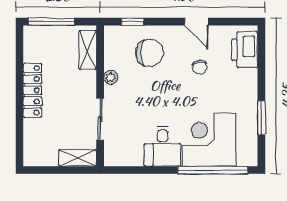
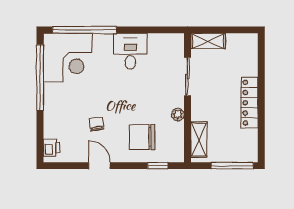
printer: (245, 50) -> (51, 148), width x0.53, depth x0.68
window: (261, 118) -> (40, 78), width x2.11
corner desk: (209, 140) -> (68, 58), moved

